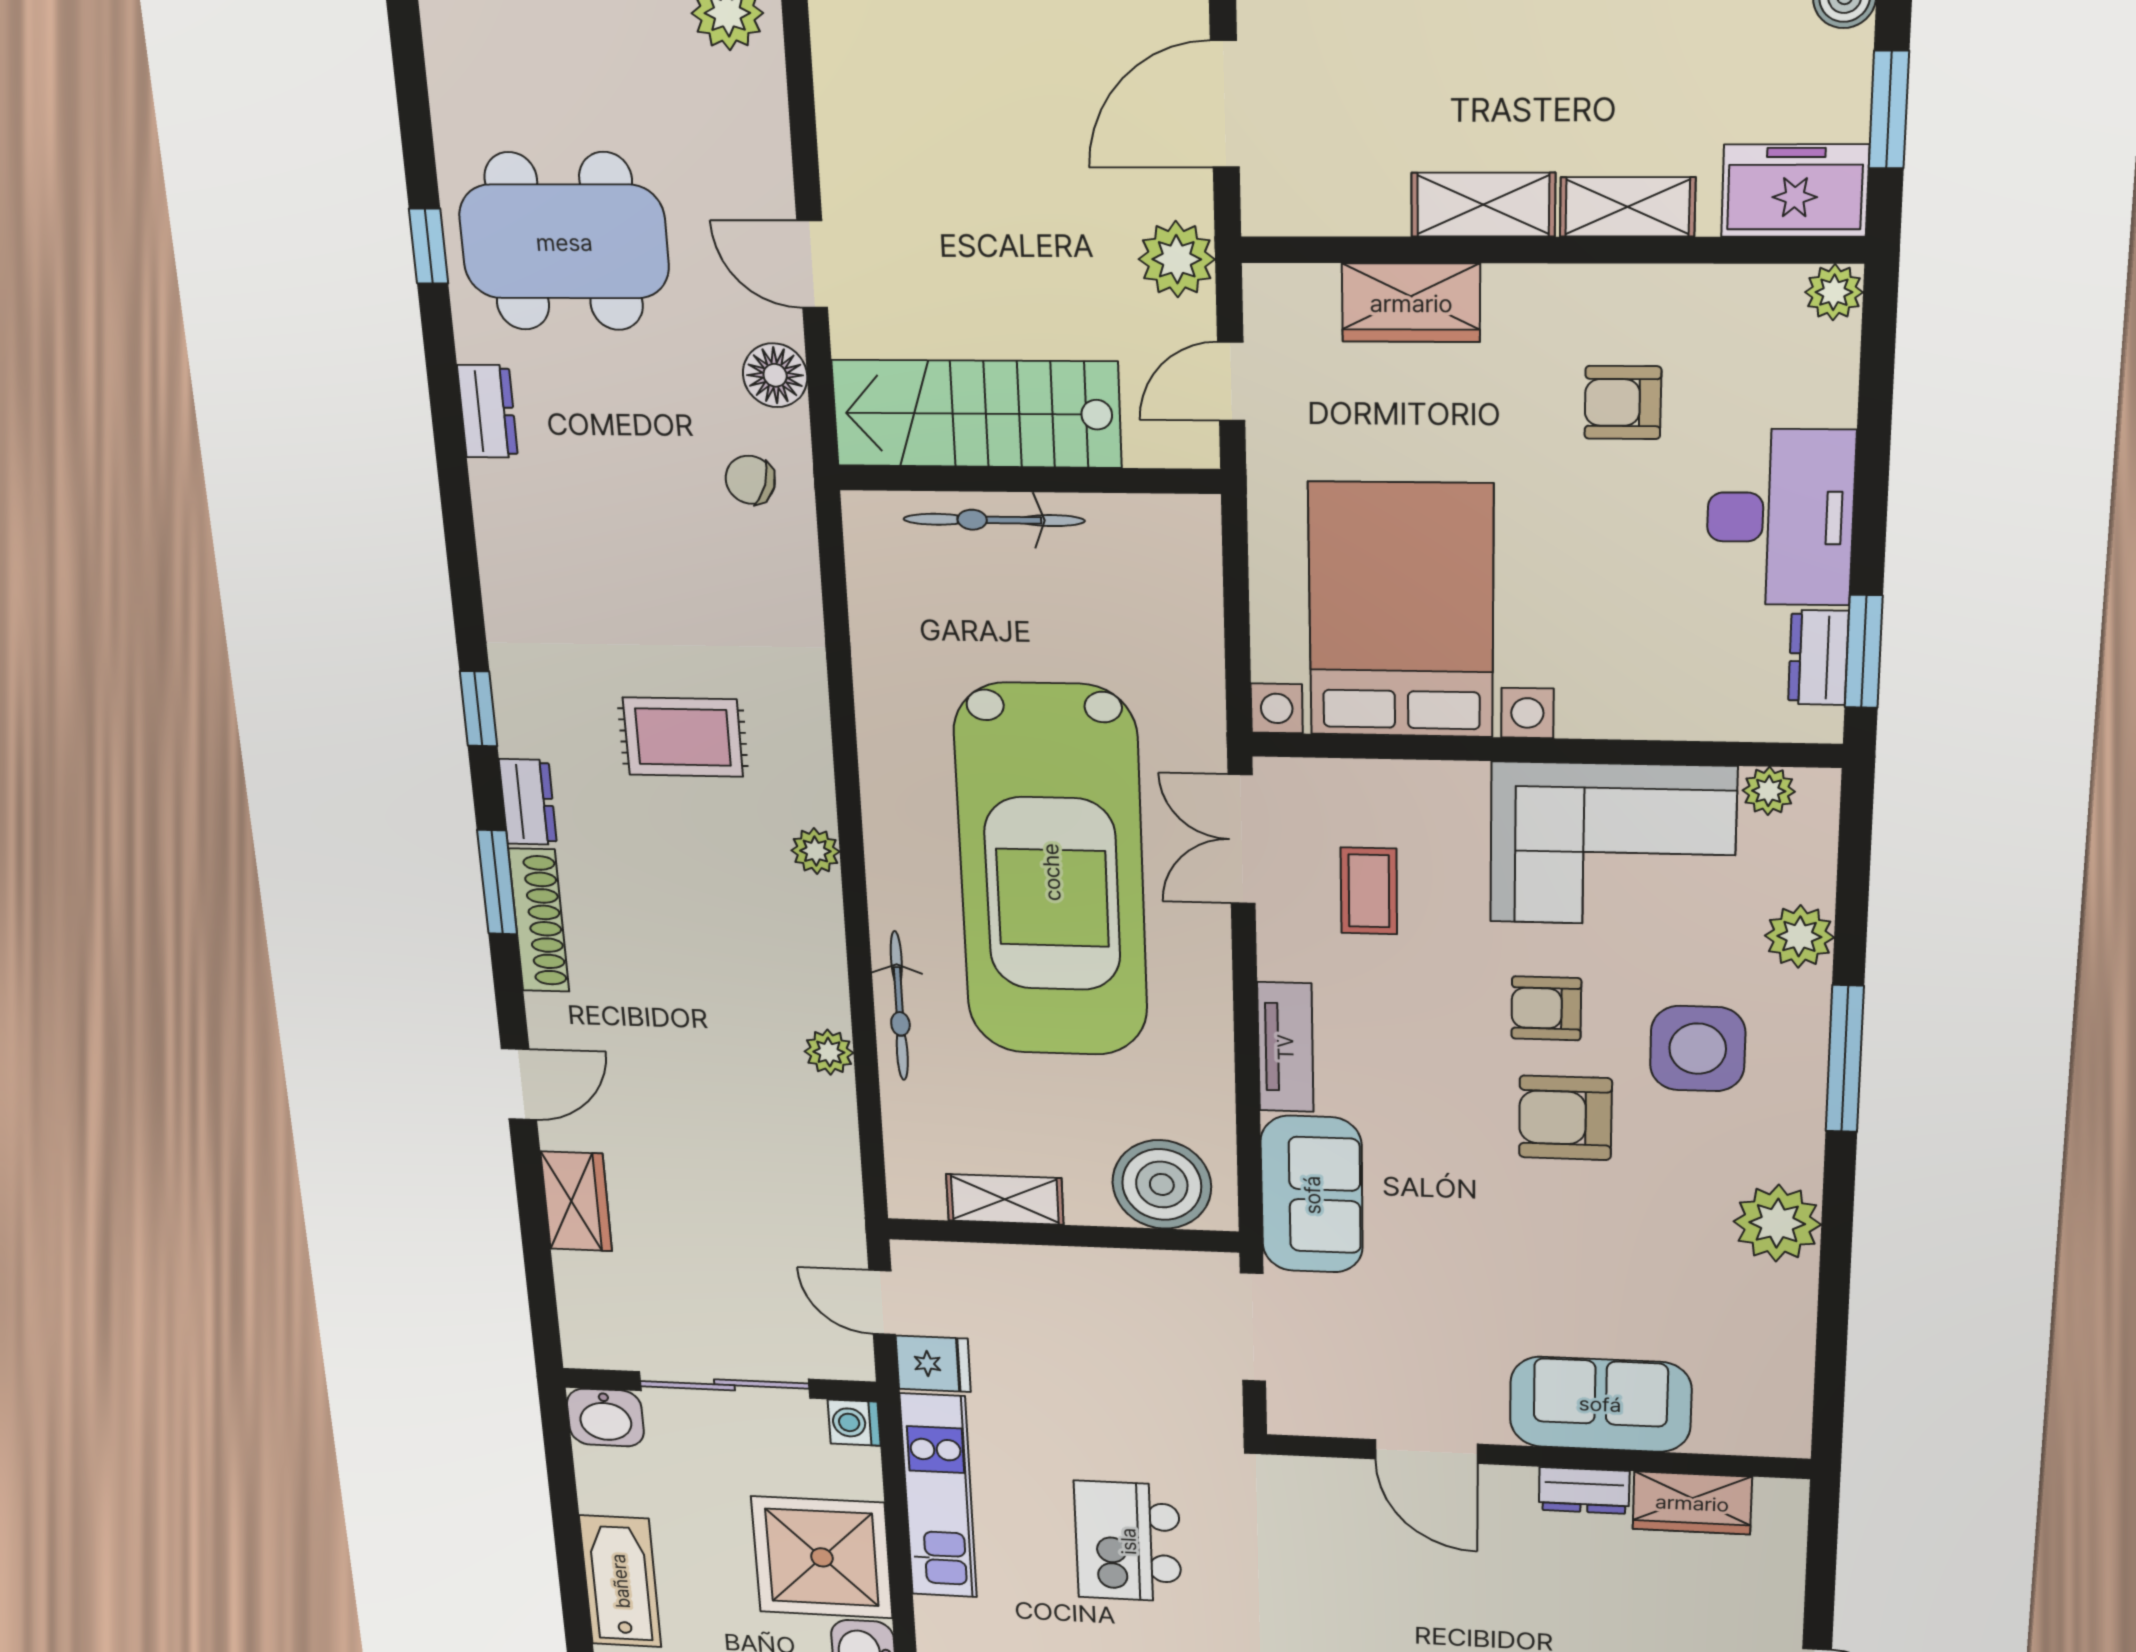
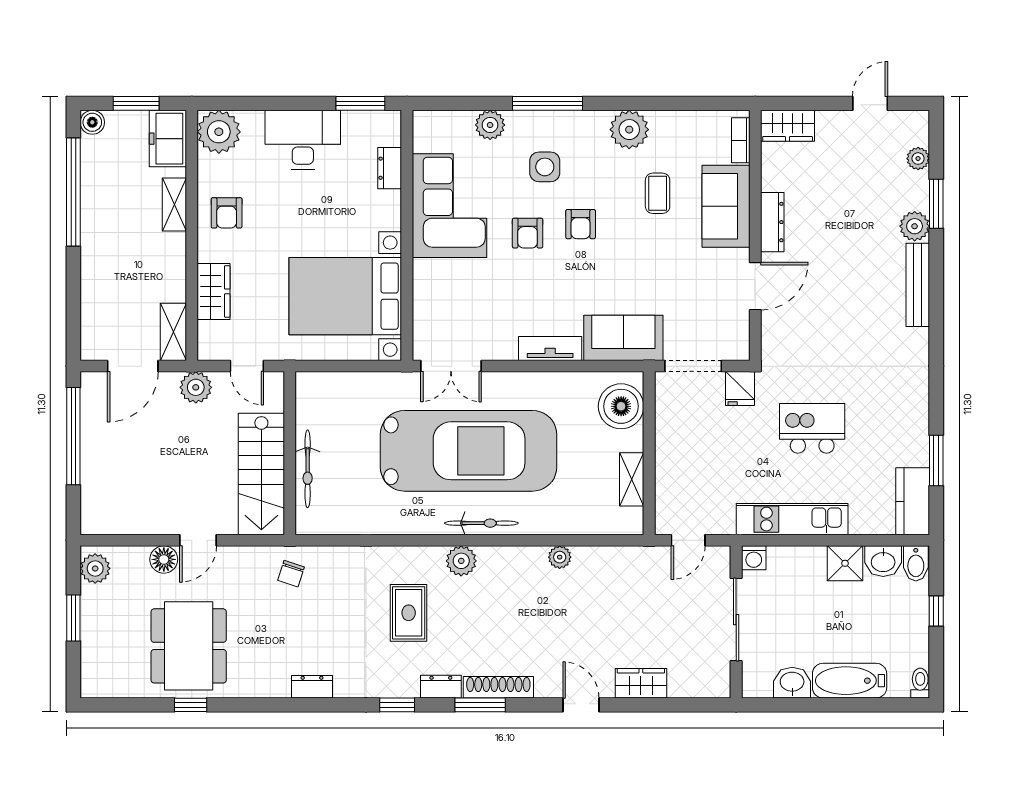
door: (1225, 104) -> (133, 366), hinge flipped
shelving: (1483, 205) -> (173, 332), moved
plant: (1834, 292) -> (219, 132), width x1.88, depth x1.88
floor lamp: (775, 375) -> (164, 559), moved
armchair: (1623, 403) -> (227, 213), moved
dresser: (487, 411) -> (312, 687), moved
dresser: (1818, 658) -> (390, 168), moved, turned 90
plant: (1769, 791) -> (423, 140), removed
plant: (815, 851) -> (461, 561), width x1.38, depth x1.38
coffee table: (1369, 891) -> (658, 193), moved, turned 90
bicycle: (899, 1006) -> (481, 523), moved
side table: (1698, 1049) -> (545, 167), width x0.73, depth x0.73
armchair: (1565, 1118) -> (581, 224), width x0.72, depth x0.72
fridge: (933, 1364) -> (740, 389), moved, turned 180
washbasin: (605, 1418) -> (792, 683), moved, turned -90
bookcase: (1745, 1439) -> (741, 140), added
dresser: (1584, 1491) -> (772, 222), width x1.44
wardrobe: (1692, 1503) -> (788, 126), moved, turned 90
kitchen island: (1128, 1541) -> (812, 428), turned 180
shower: (822, 1557) -> (845, 563), width x0.54, depth x0.54

